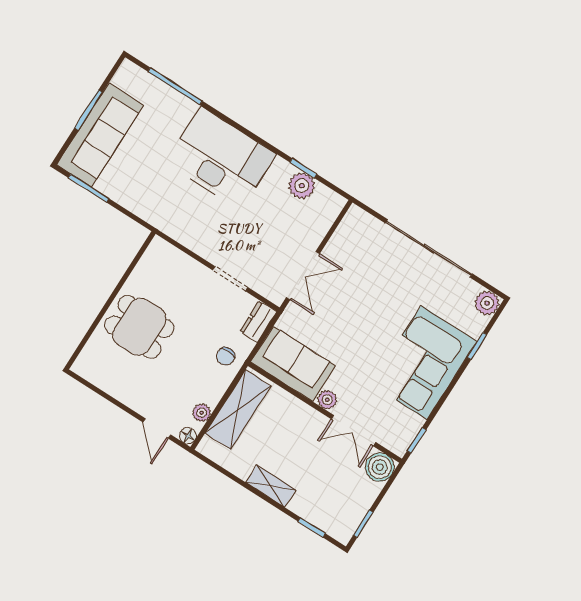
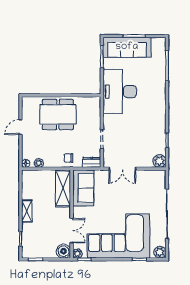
desk: (221, 158) -> (120, 91), moved, turned 180
plant: (302, 186) -> (159, 161), moved
dining table: (139, 327) -> (58, 114), width x1.37
corner sofa: (424, 363) -> (118, 236), width x1.36, depth x1.36
plant: (327, 400) -> (77, 254), moved
shelving: (238, 410) -> (63, 188), moved, turned 90
door: (157, 428) -> (20, 127), moved
double door: (354, 431) -> (72, 231), swing flipped

